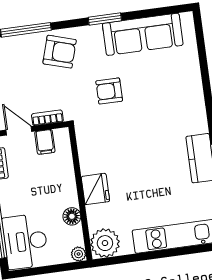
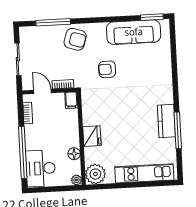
window: (105, 19) -> (152, 17), moved
filing cabinet: (45, 142) -> (71, 100), moved

